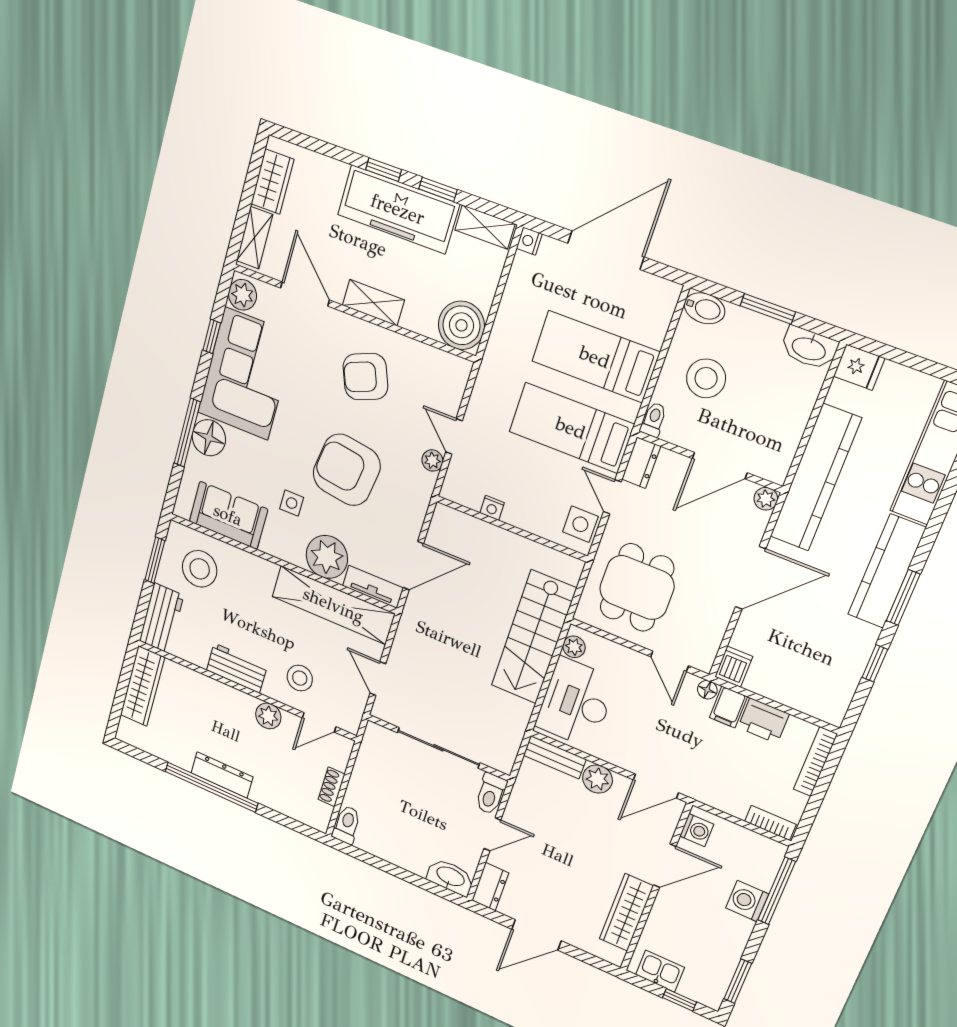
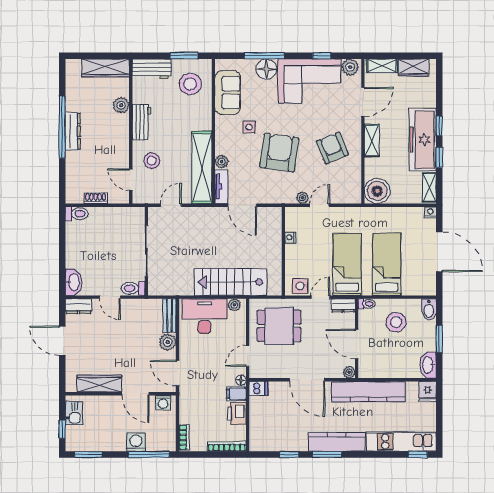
plant: (327, 557) -> (222, 162), width x0.53, depth x0.53
plant: (268, 716) -> (121, 105), moved

